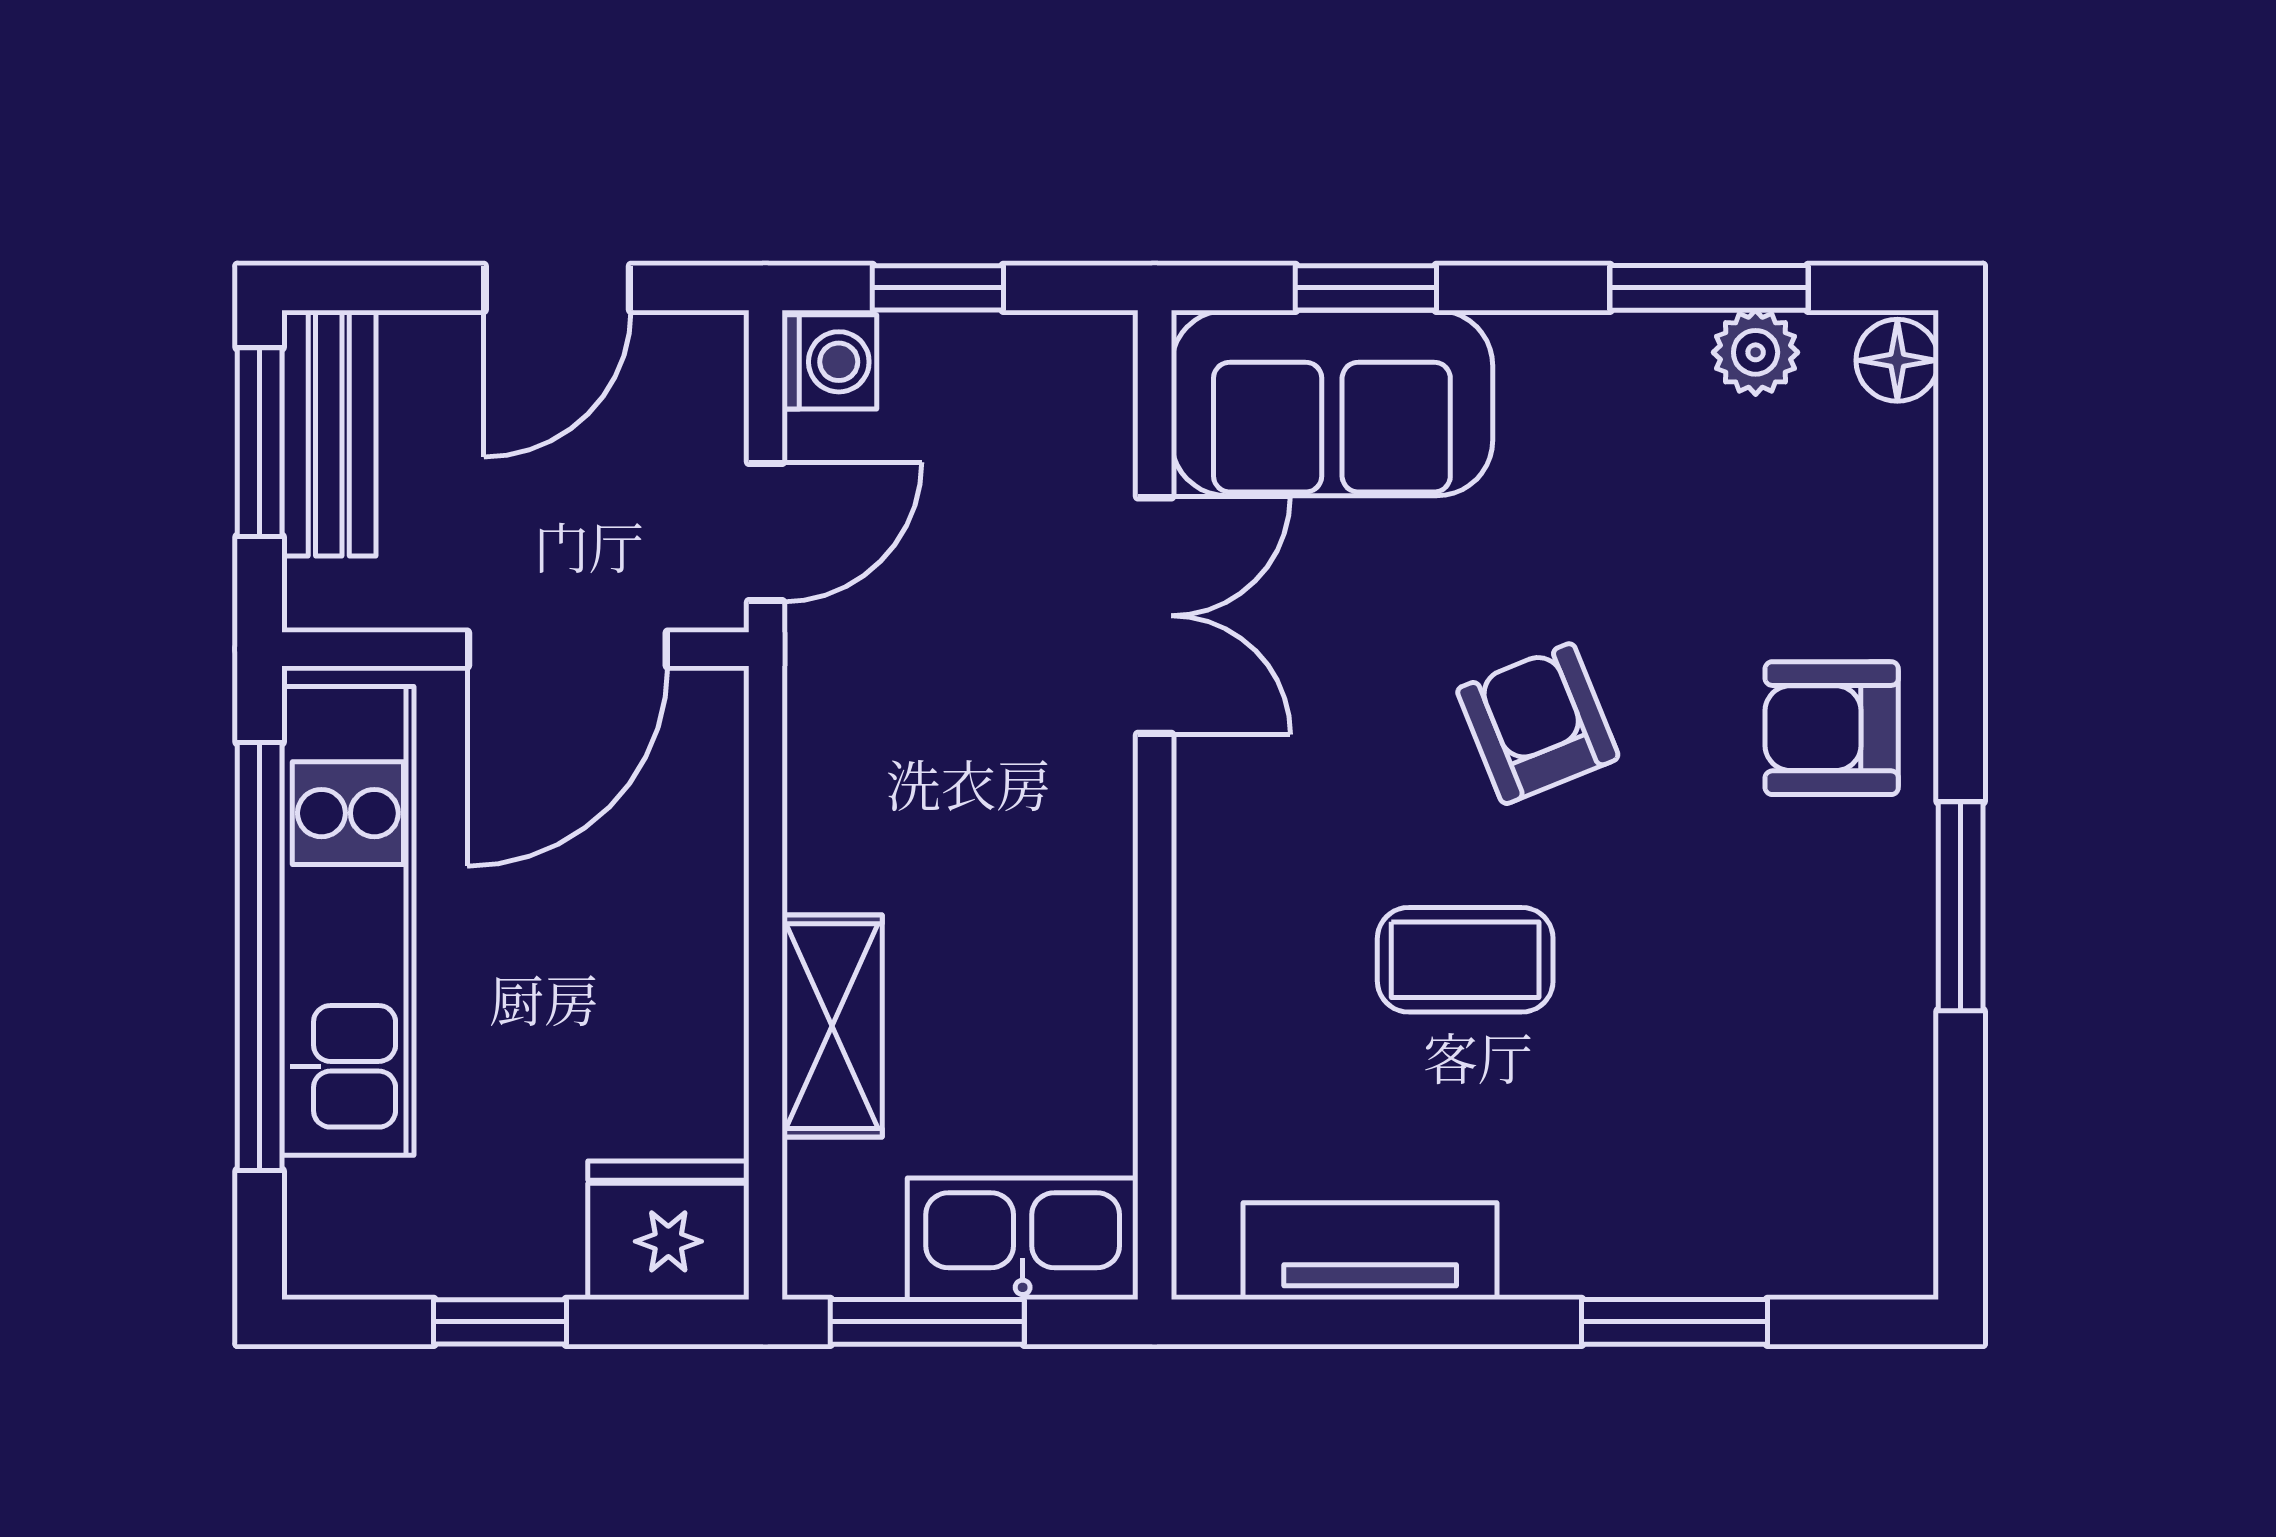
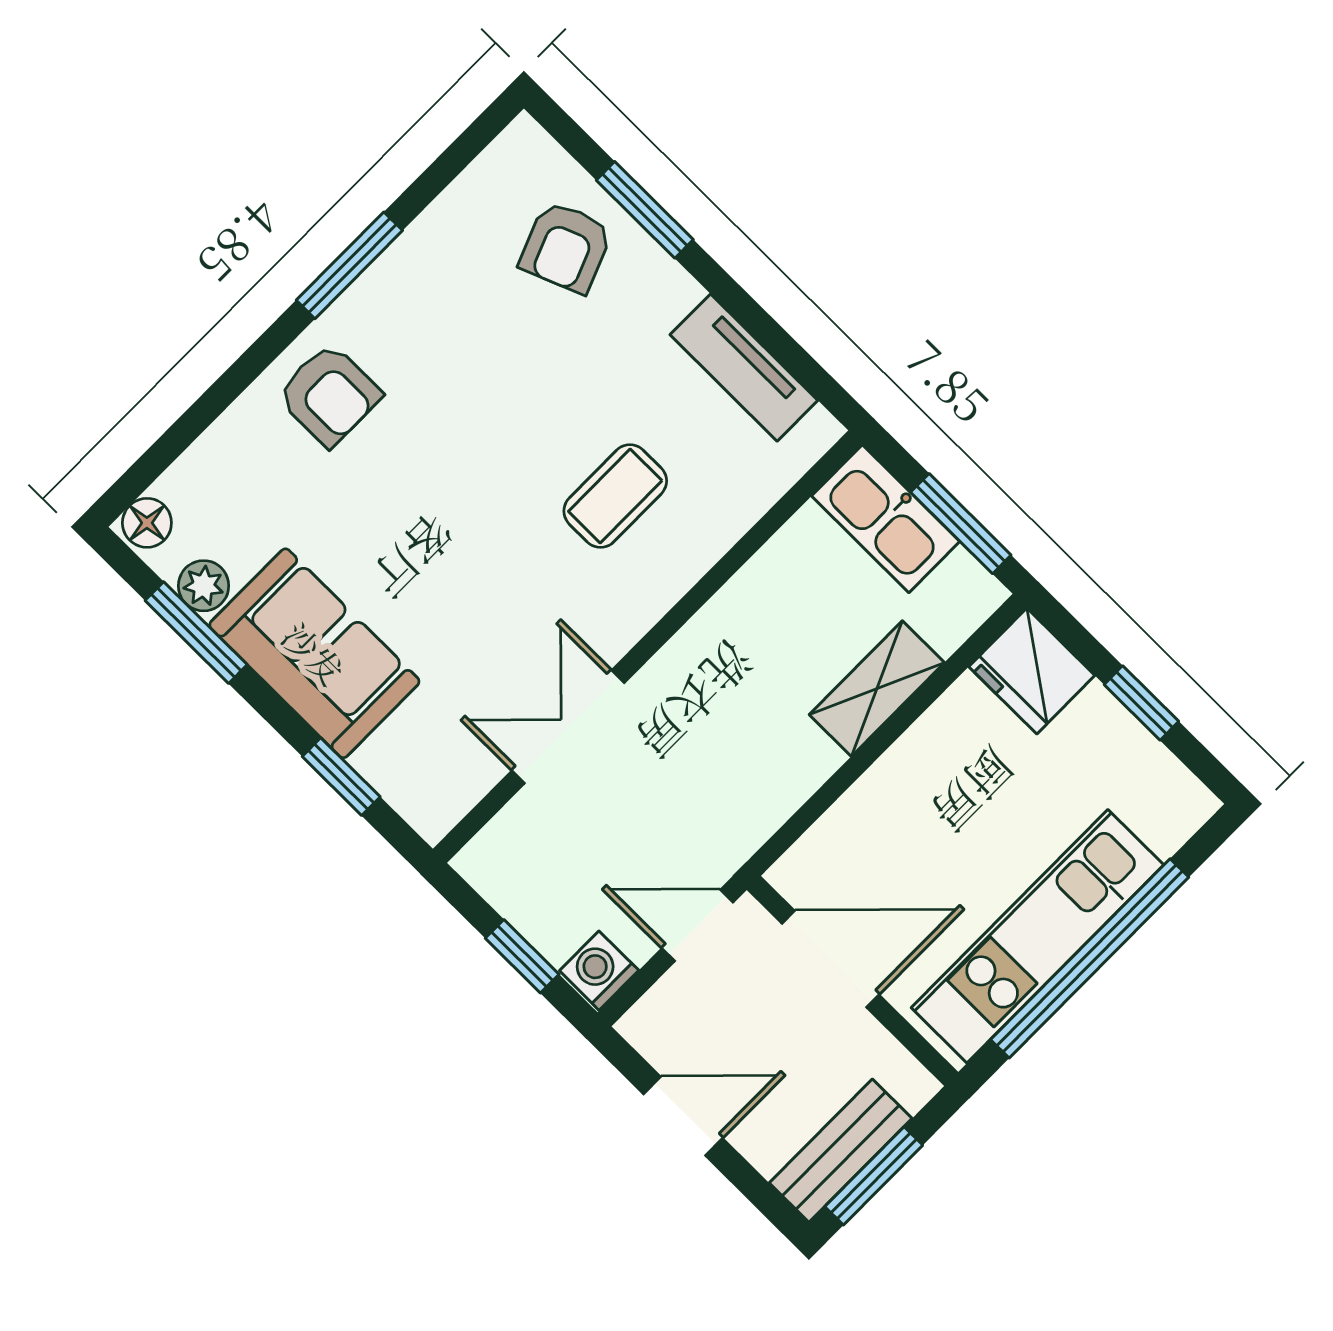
sofa: (1332, 403) -> (314, 653), moved
armchair: (1538, 724) -> (566, 247), moved
coffee table: (1465, 960) -> (615, 496), moved, turned 90

